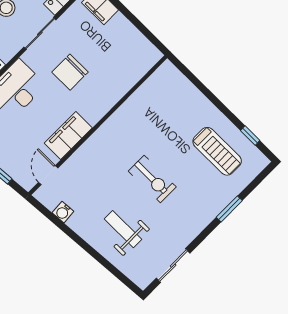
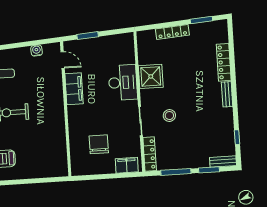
chair: (70, 72) -> (99, 144), moved

